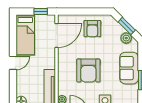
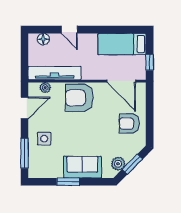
door: (13, 63) -> (69, 30), moved
armchair: (88, 70) -> (79, 98), moved

